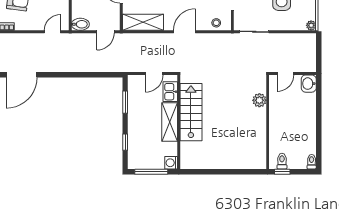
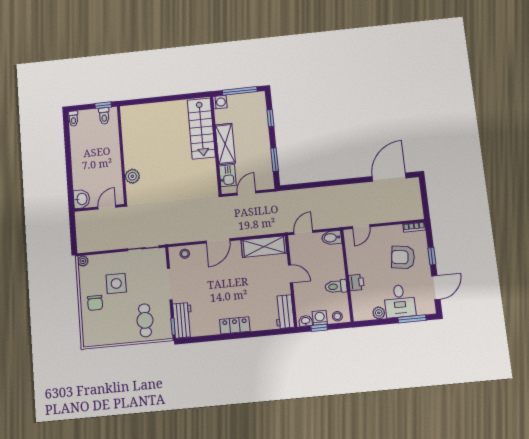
stairs: (191, 112) -> (201, 128), moved

